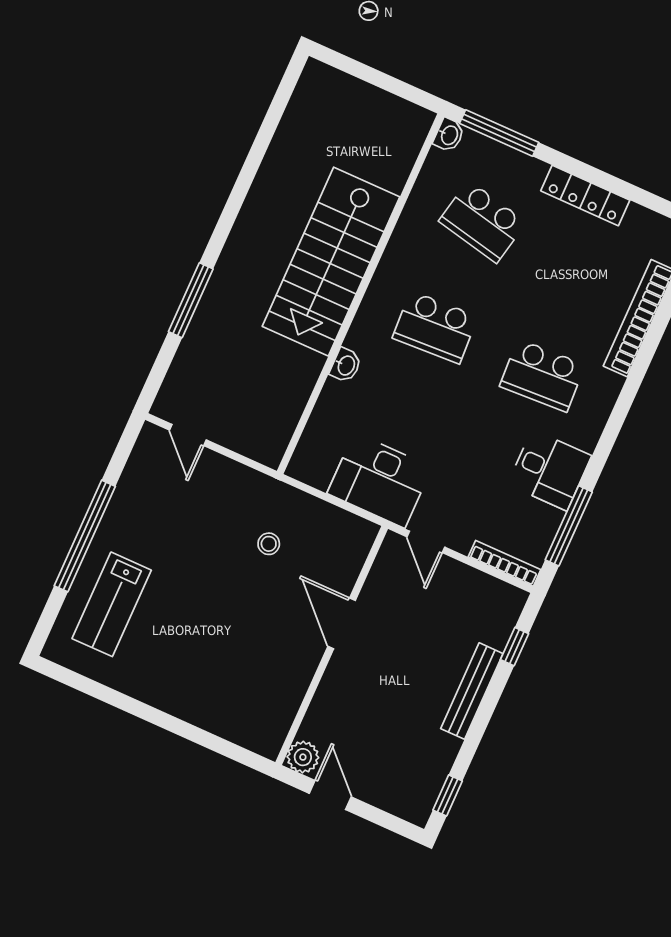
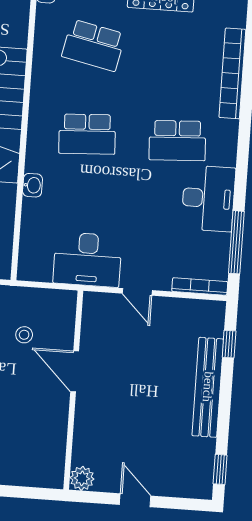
desk: (550, 470) -> (208, 198), width x1.37
door: (342, 623) -> (75, 371), moved
wall: (332, 646) -> (73, 390), moved
bench: (472, 691) -> (208, 387), width x1.37, depth x1.21
plant: (303, 757) -> (82, 478), moved

